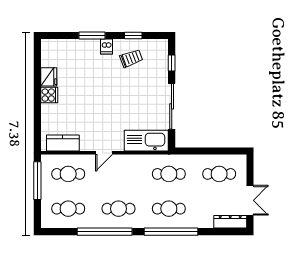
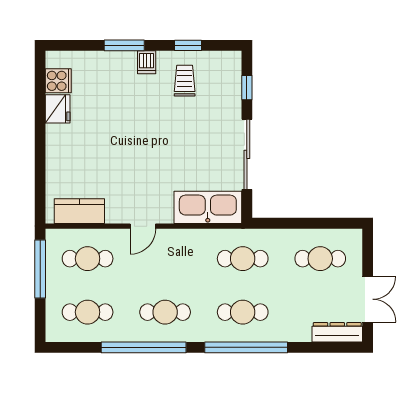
trolley: (131, 58) -> (185, 81), turned -70
cooker: (49, 95) -> (58, 81), moved

